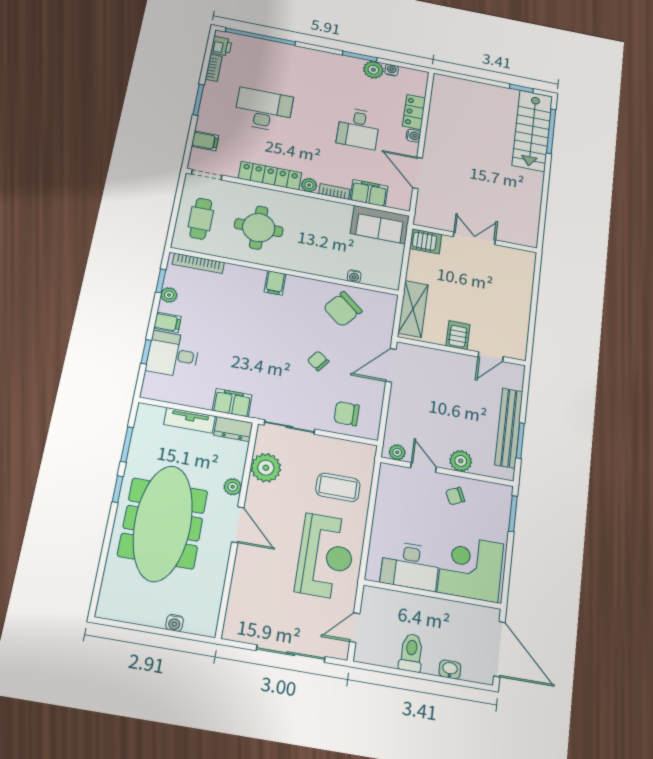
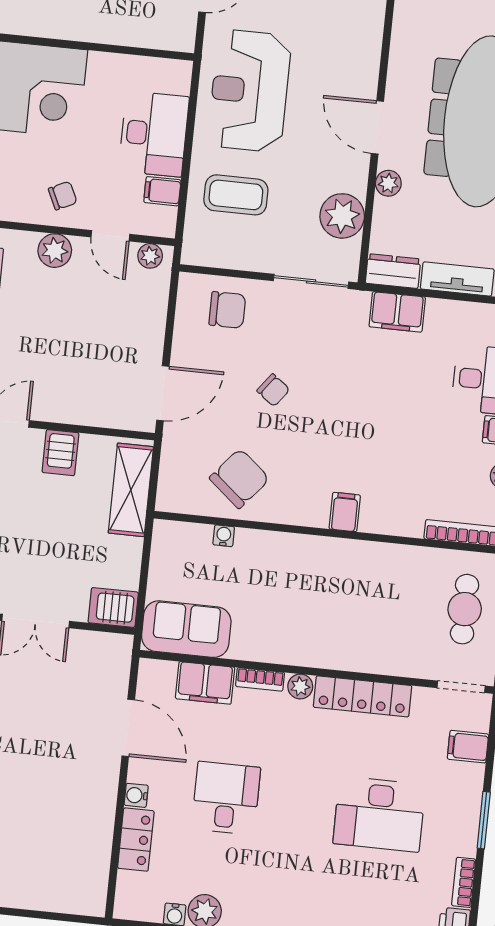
round table: (259, 228) -> (375, 603), removed
filing cabinet: (388, 494) -> (162, 191), added
desk: (410, 566) -> (154, 134), moved, turned 90

